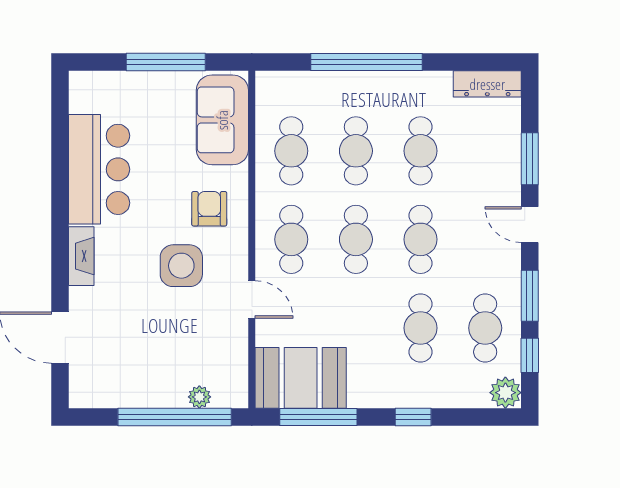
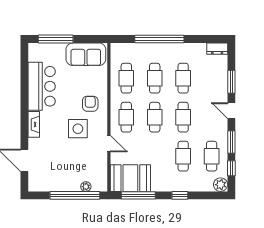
window: (166, 62) -> (56, 39), moved
dresser: (487, 84) -> (217, 49), width x0.70
sofa: (222, 120) -> (86, 54), moved, turned -90

